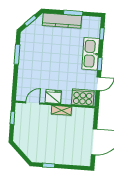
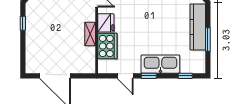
cooker: (83, 97) -> (107, 46), moved

